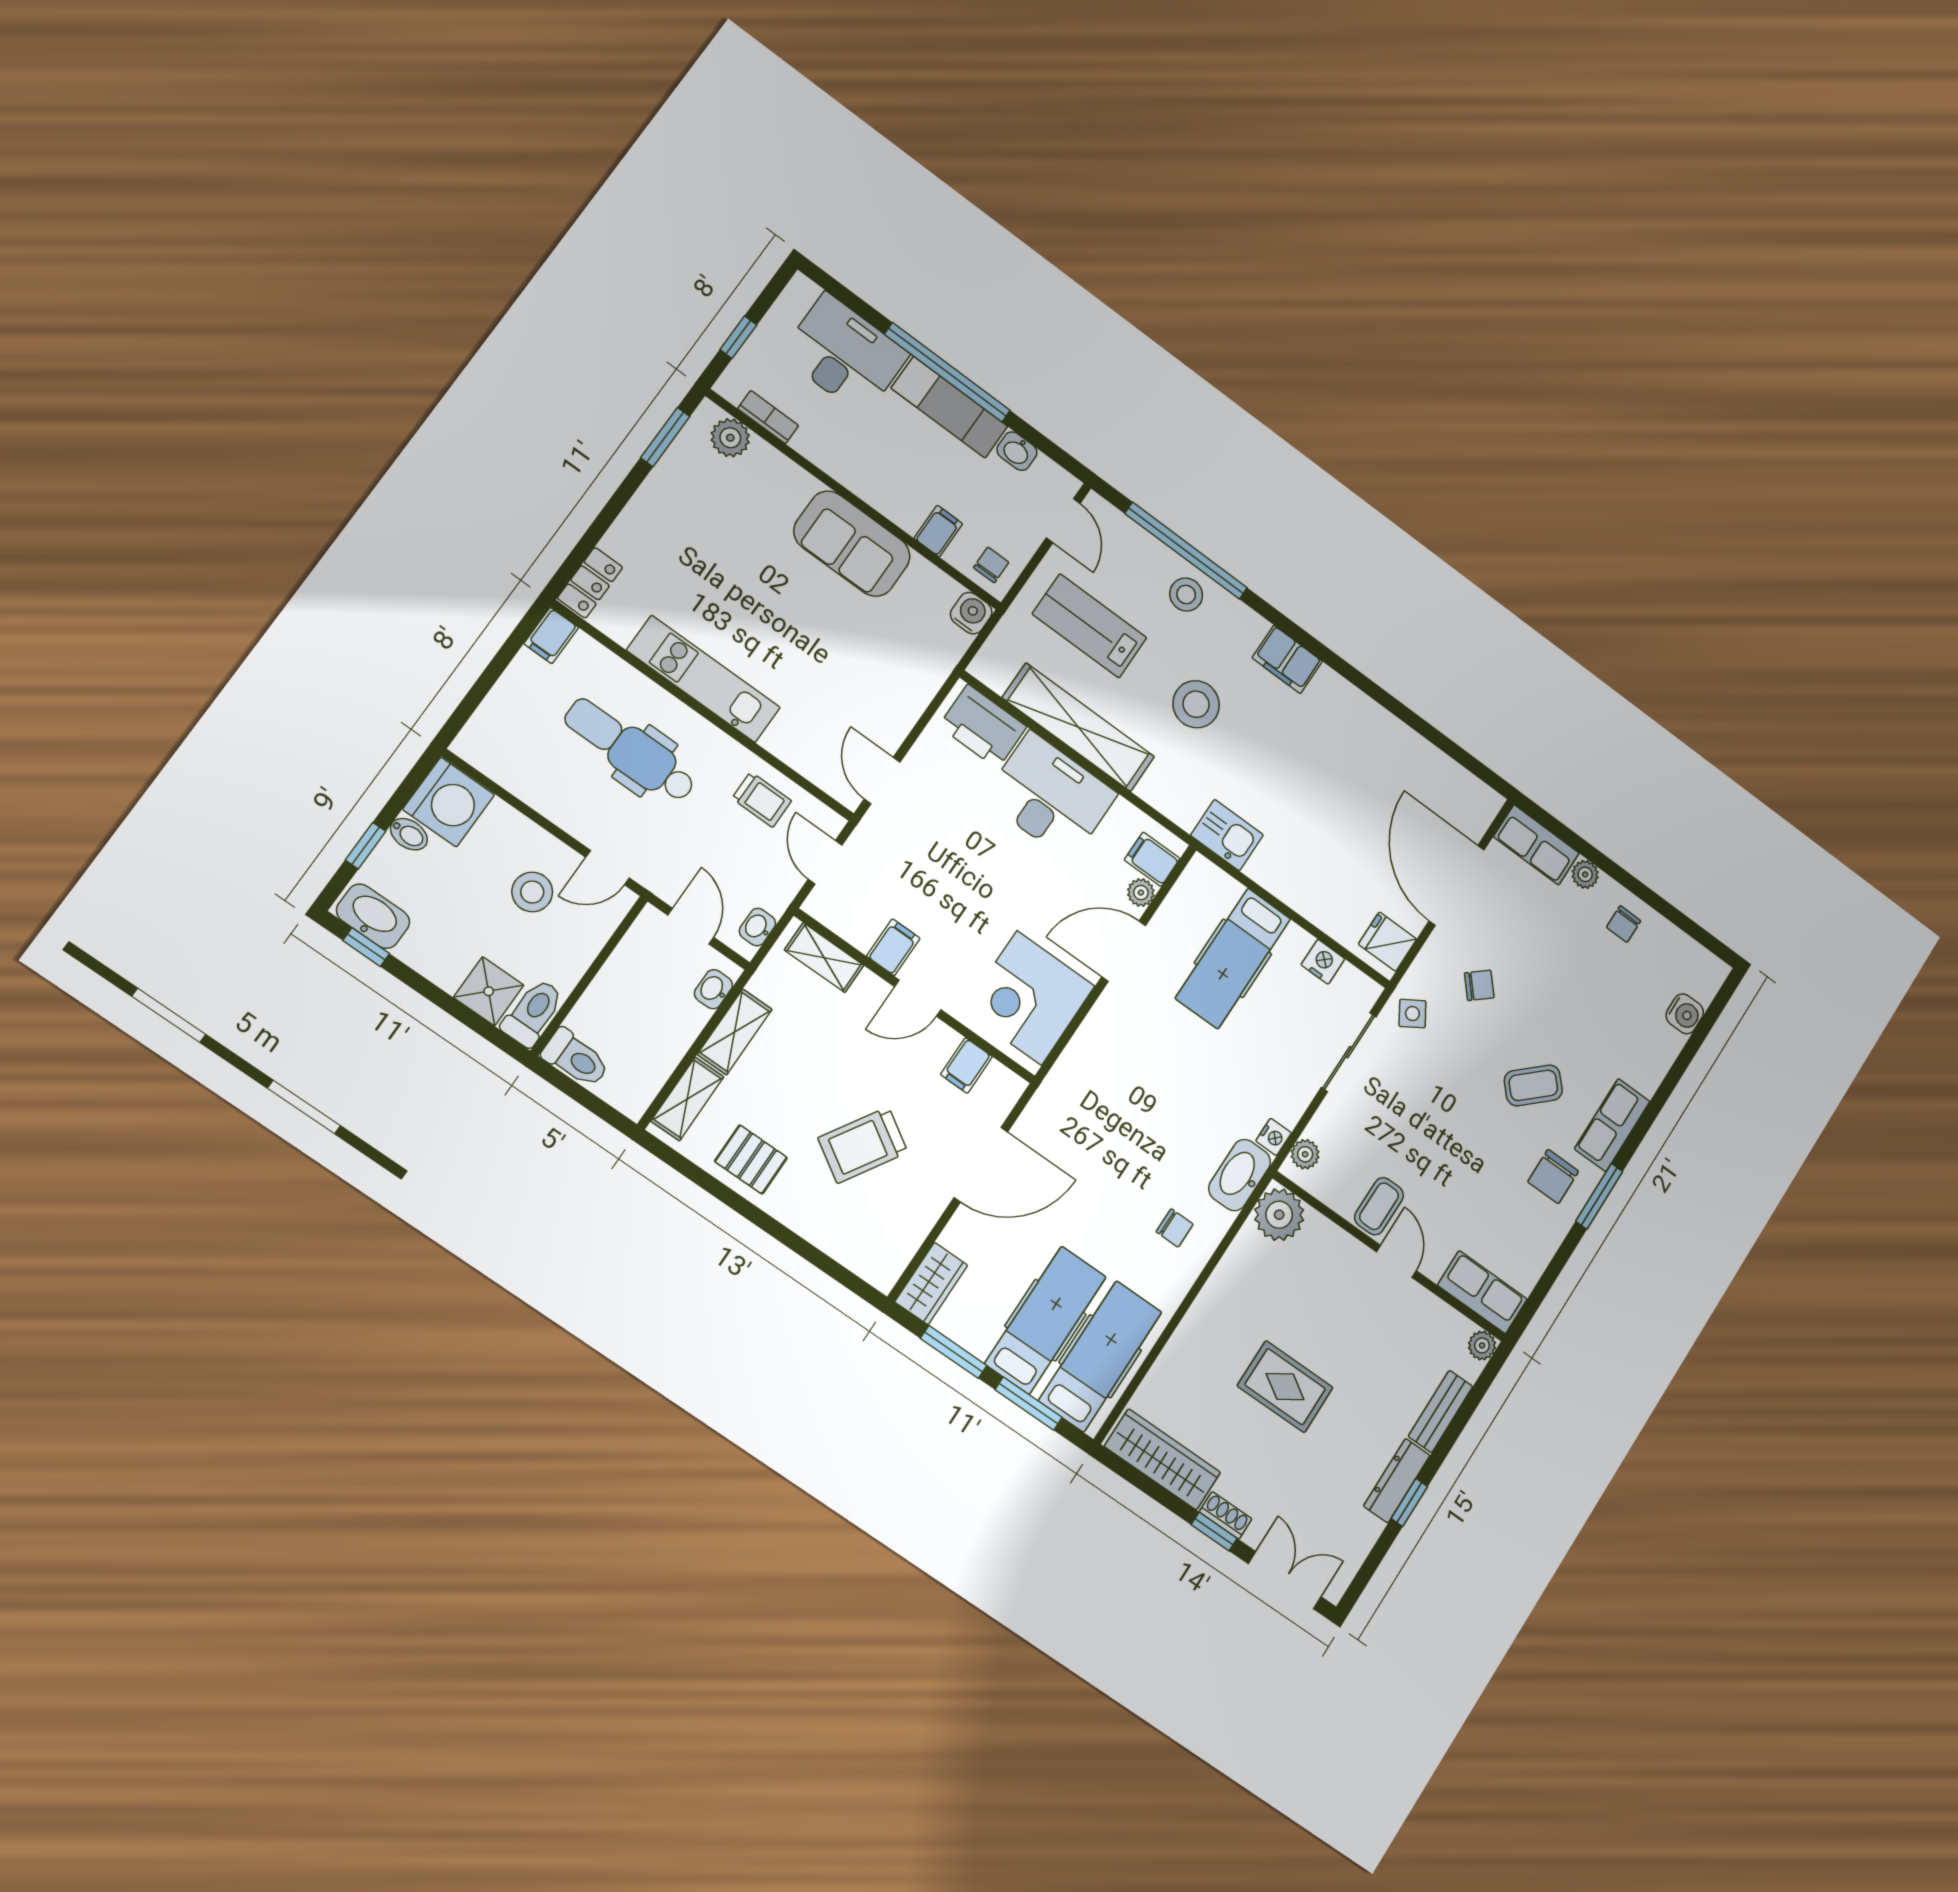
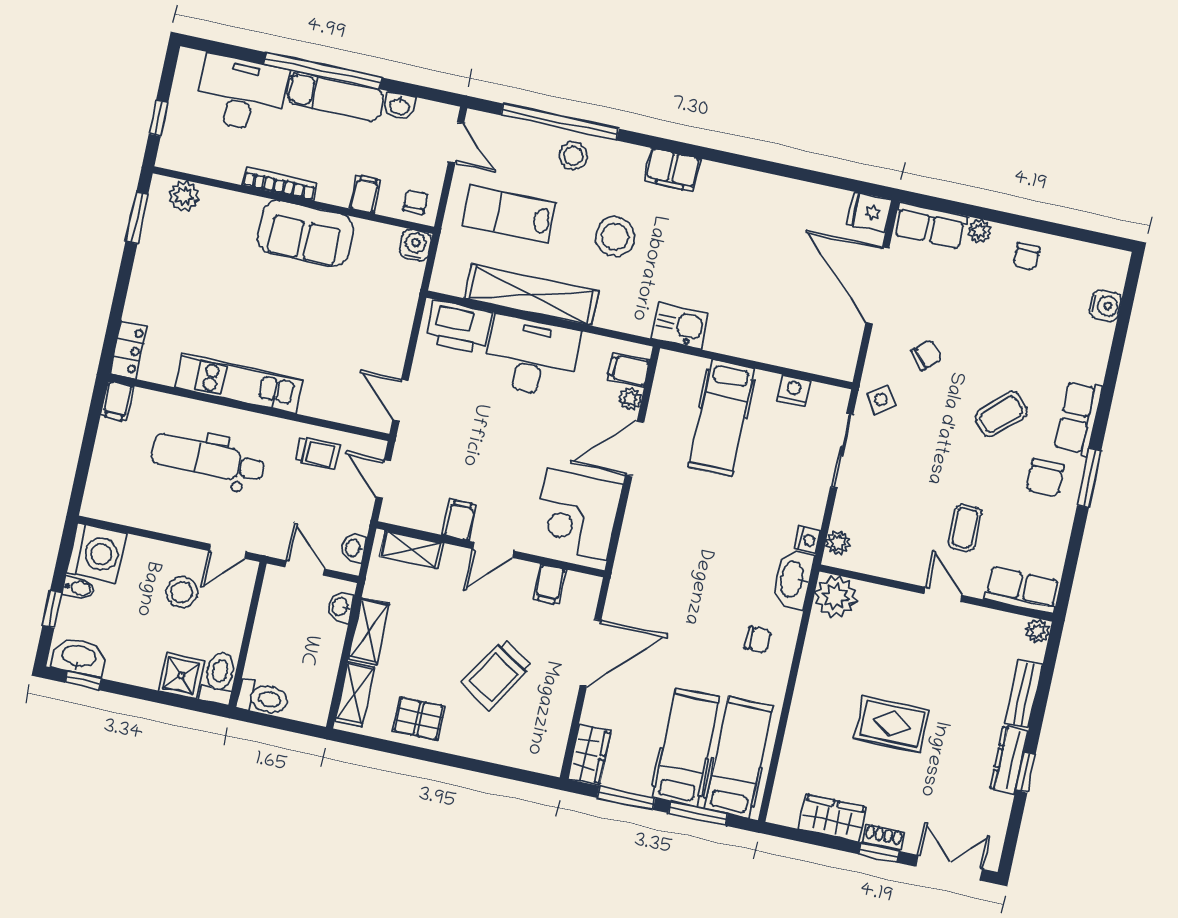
bookcase: (768, 417) -> (279, 184), moved, width x1.56
fridge: (1387, 942) -> (869, 212), moved
coffee table: (1379, 1206) -> (965, 528), moved
wardrobe: (1163, 1459) -> (833, 818), width x0.67

